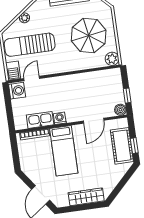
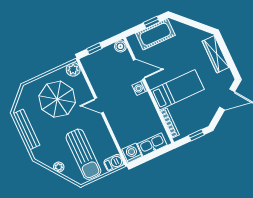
door: (32, 79) -> (99, 105), moved
window: (127, 96) -> (94, 49), moved
washing machine: (60, 118) -> (140, 88), moved
kitchen sink: (40, 120) -> (152, 144), moved, turned 90
window: (16, 156) -> (196, 135), added

